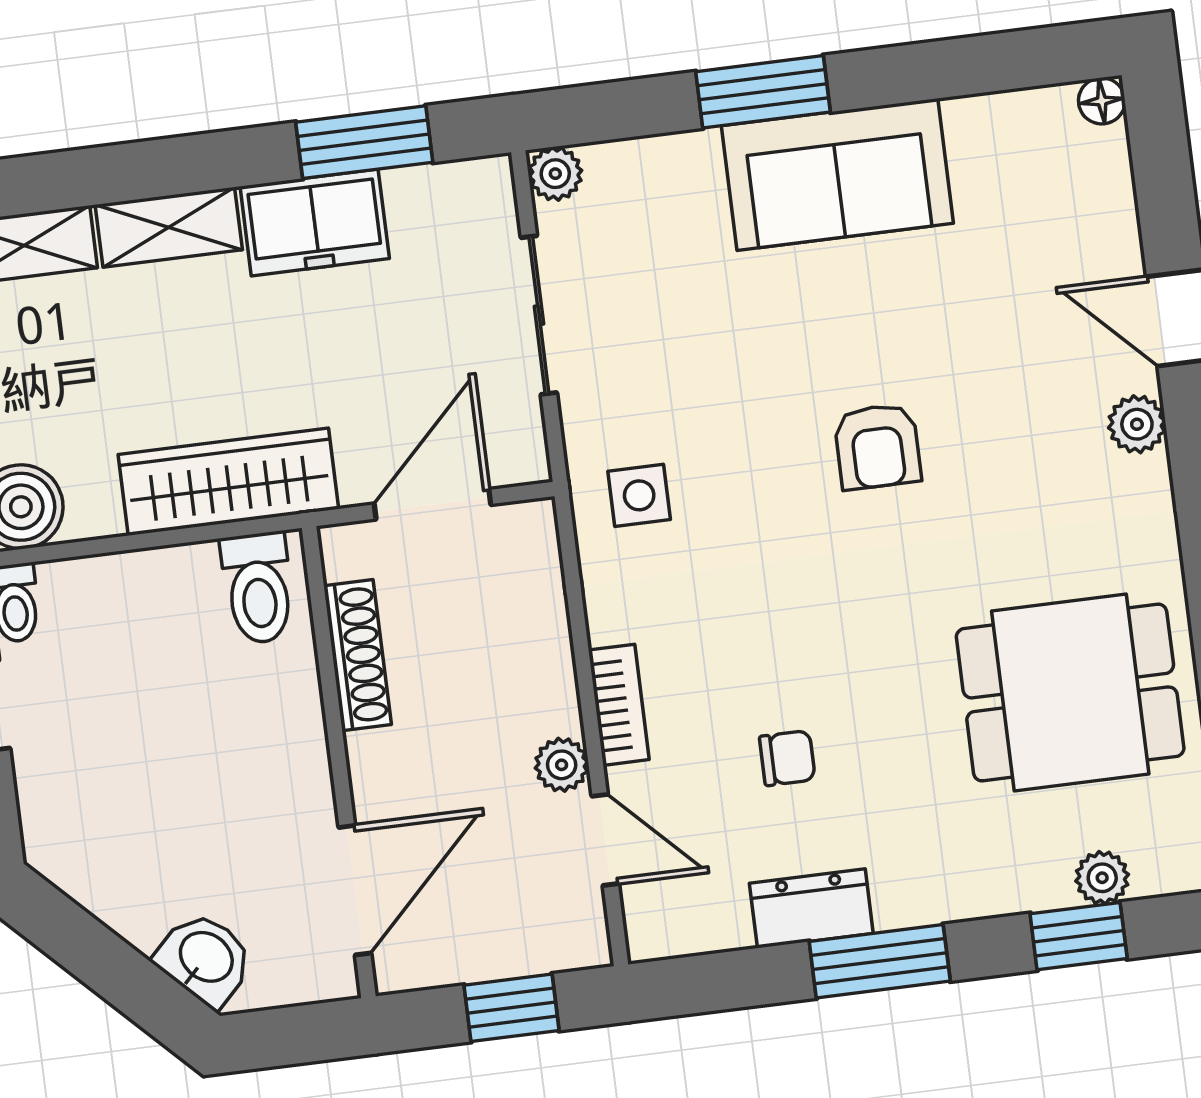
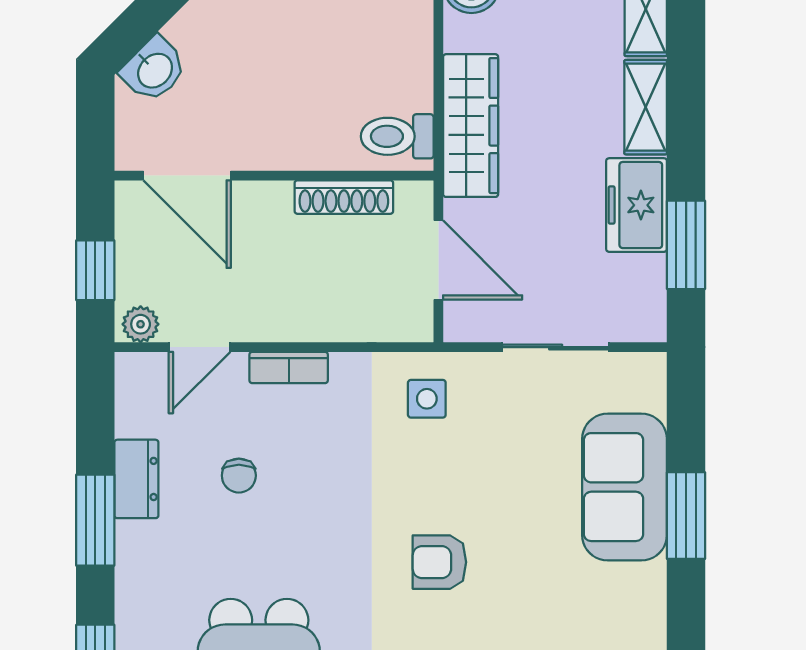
plant: (555, 174) -> (649, 370), removed
sofa: (837, 174) -> (625, 487), moved
plant: (562, 765) -> (141, 324), moved

